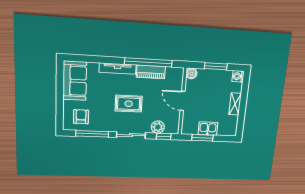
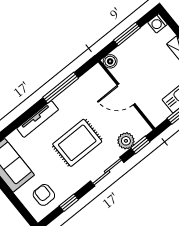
window: (148, 62) -> (61, 88), width x0.68
piano: (151, 72) -> (71, 95), removed
rug: (129, 104) -> (77, 143), width x1.36, depth x1.43
window: (92, 134) -> (69, 203), width x0.46

